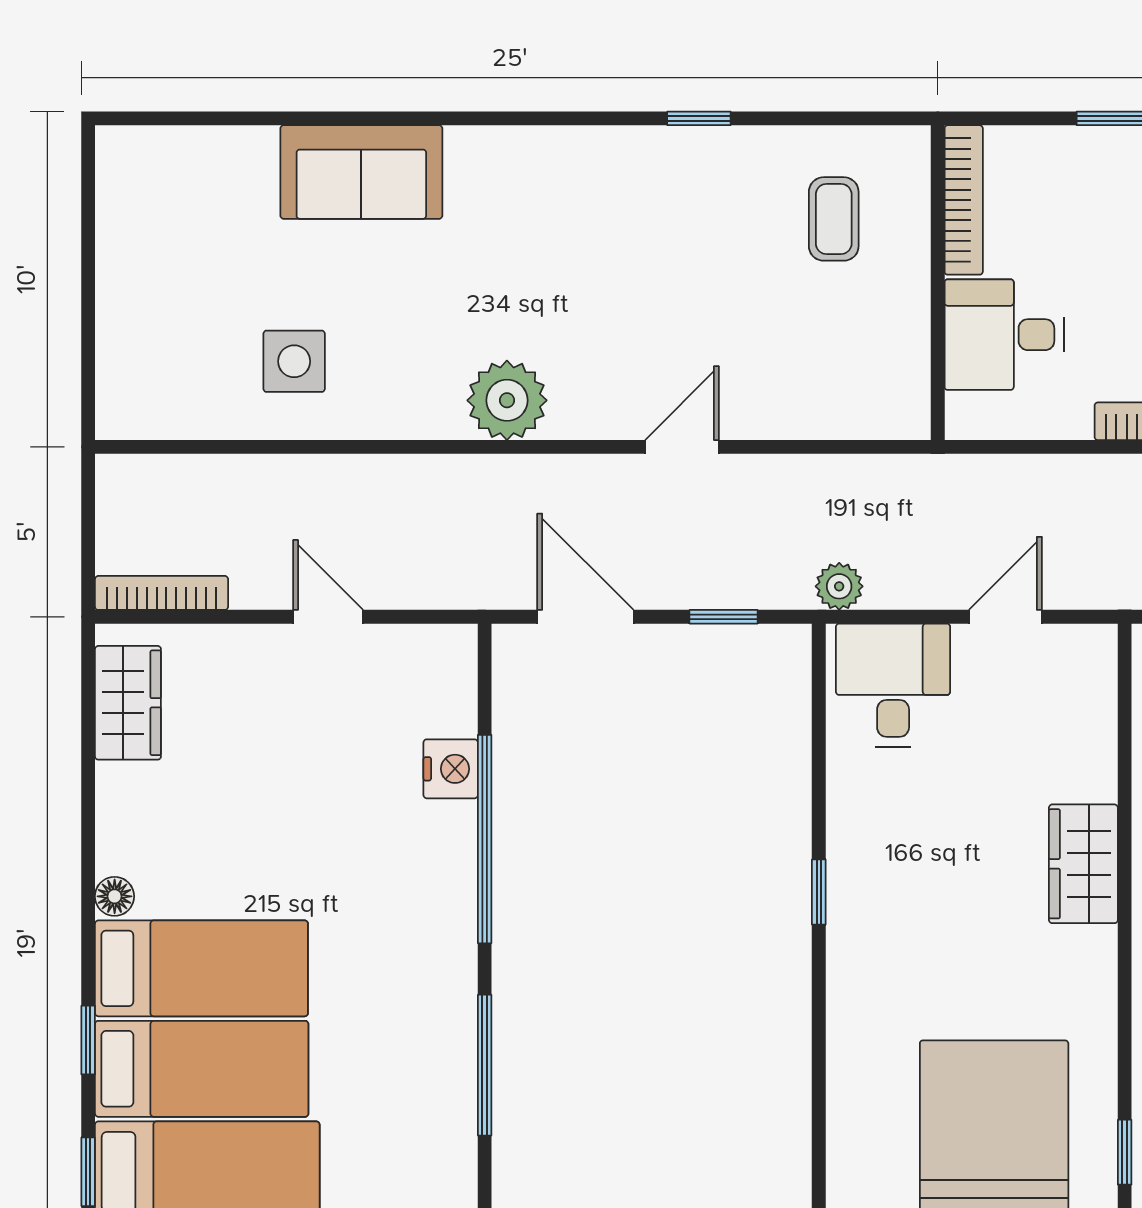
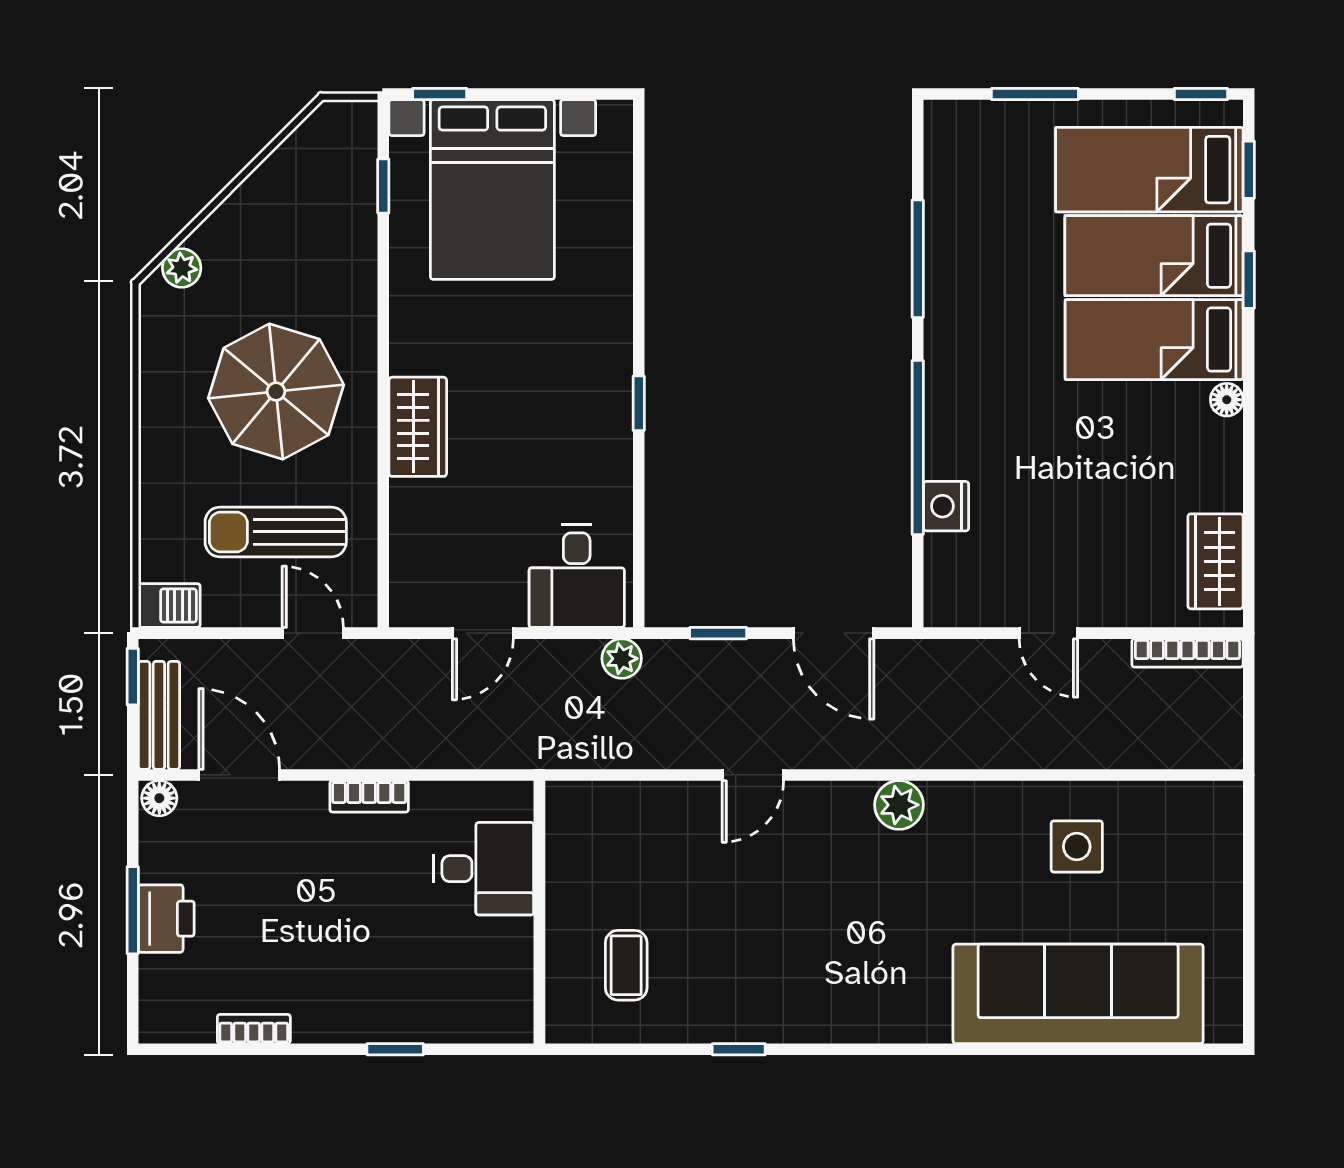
sofa: (361, 172) -> (1078, 994), width x1.85, depth x1.27
bookcase: (964, 200) -> (518, 981), removed
plant: (507, 400) -> (899, 805), width x0.73, depth x0.73

